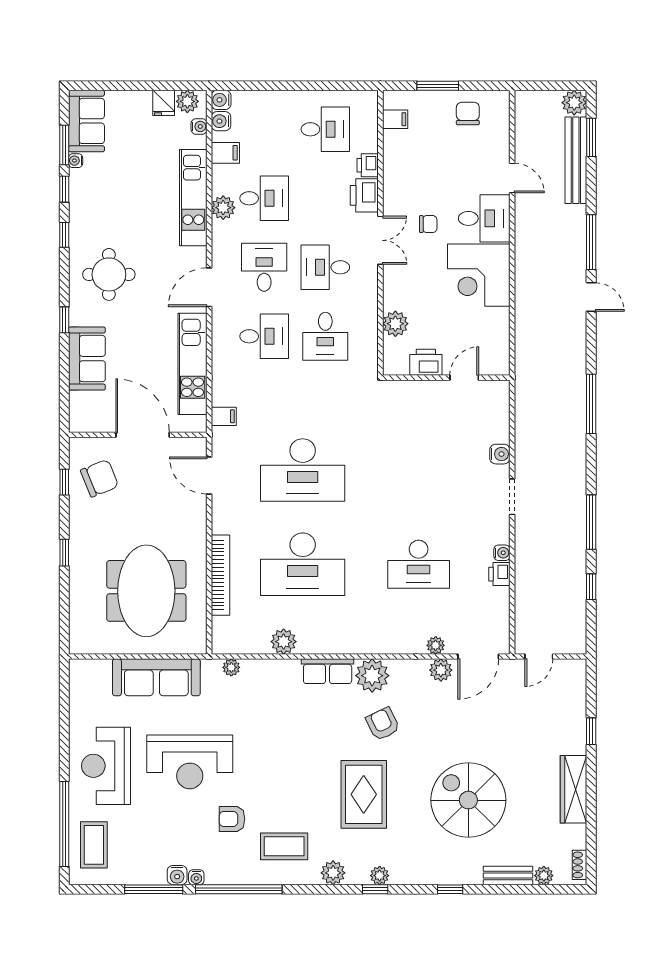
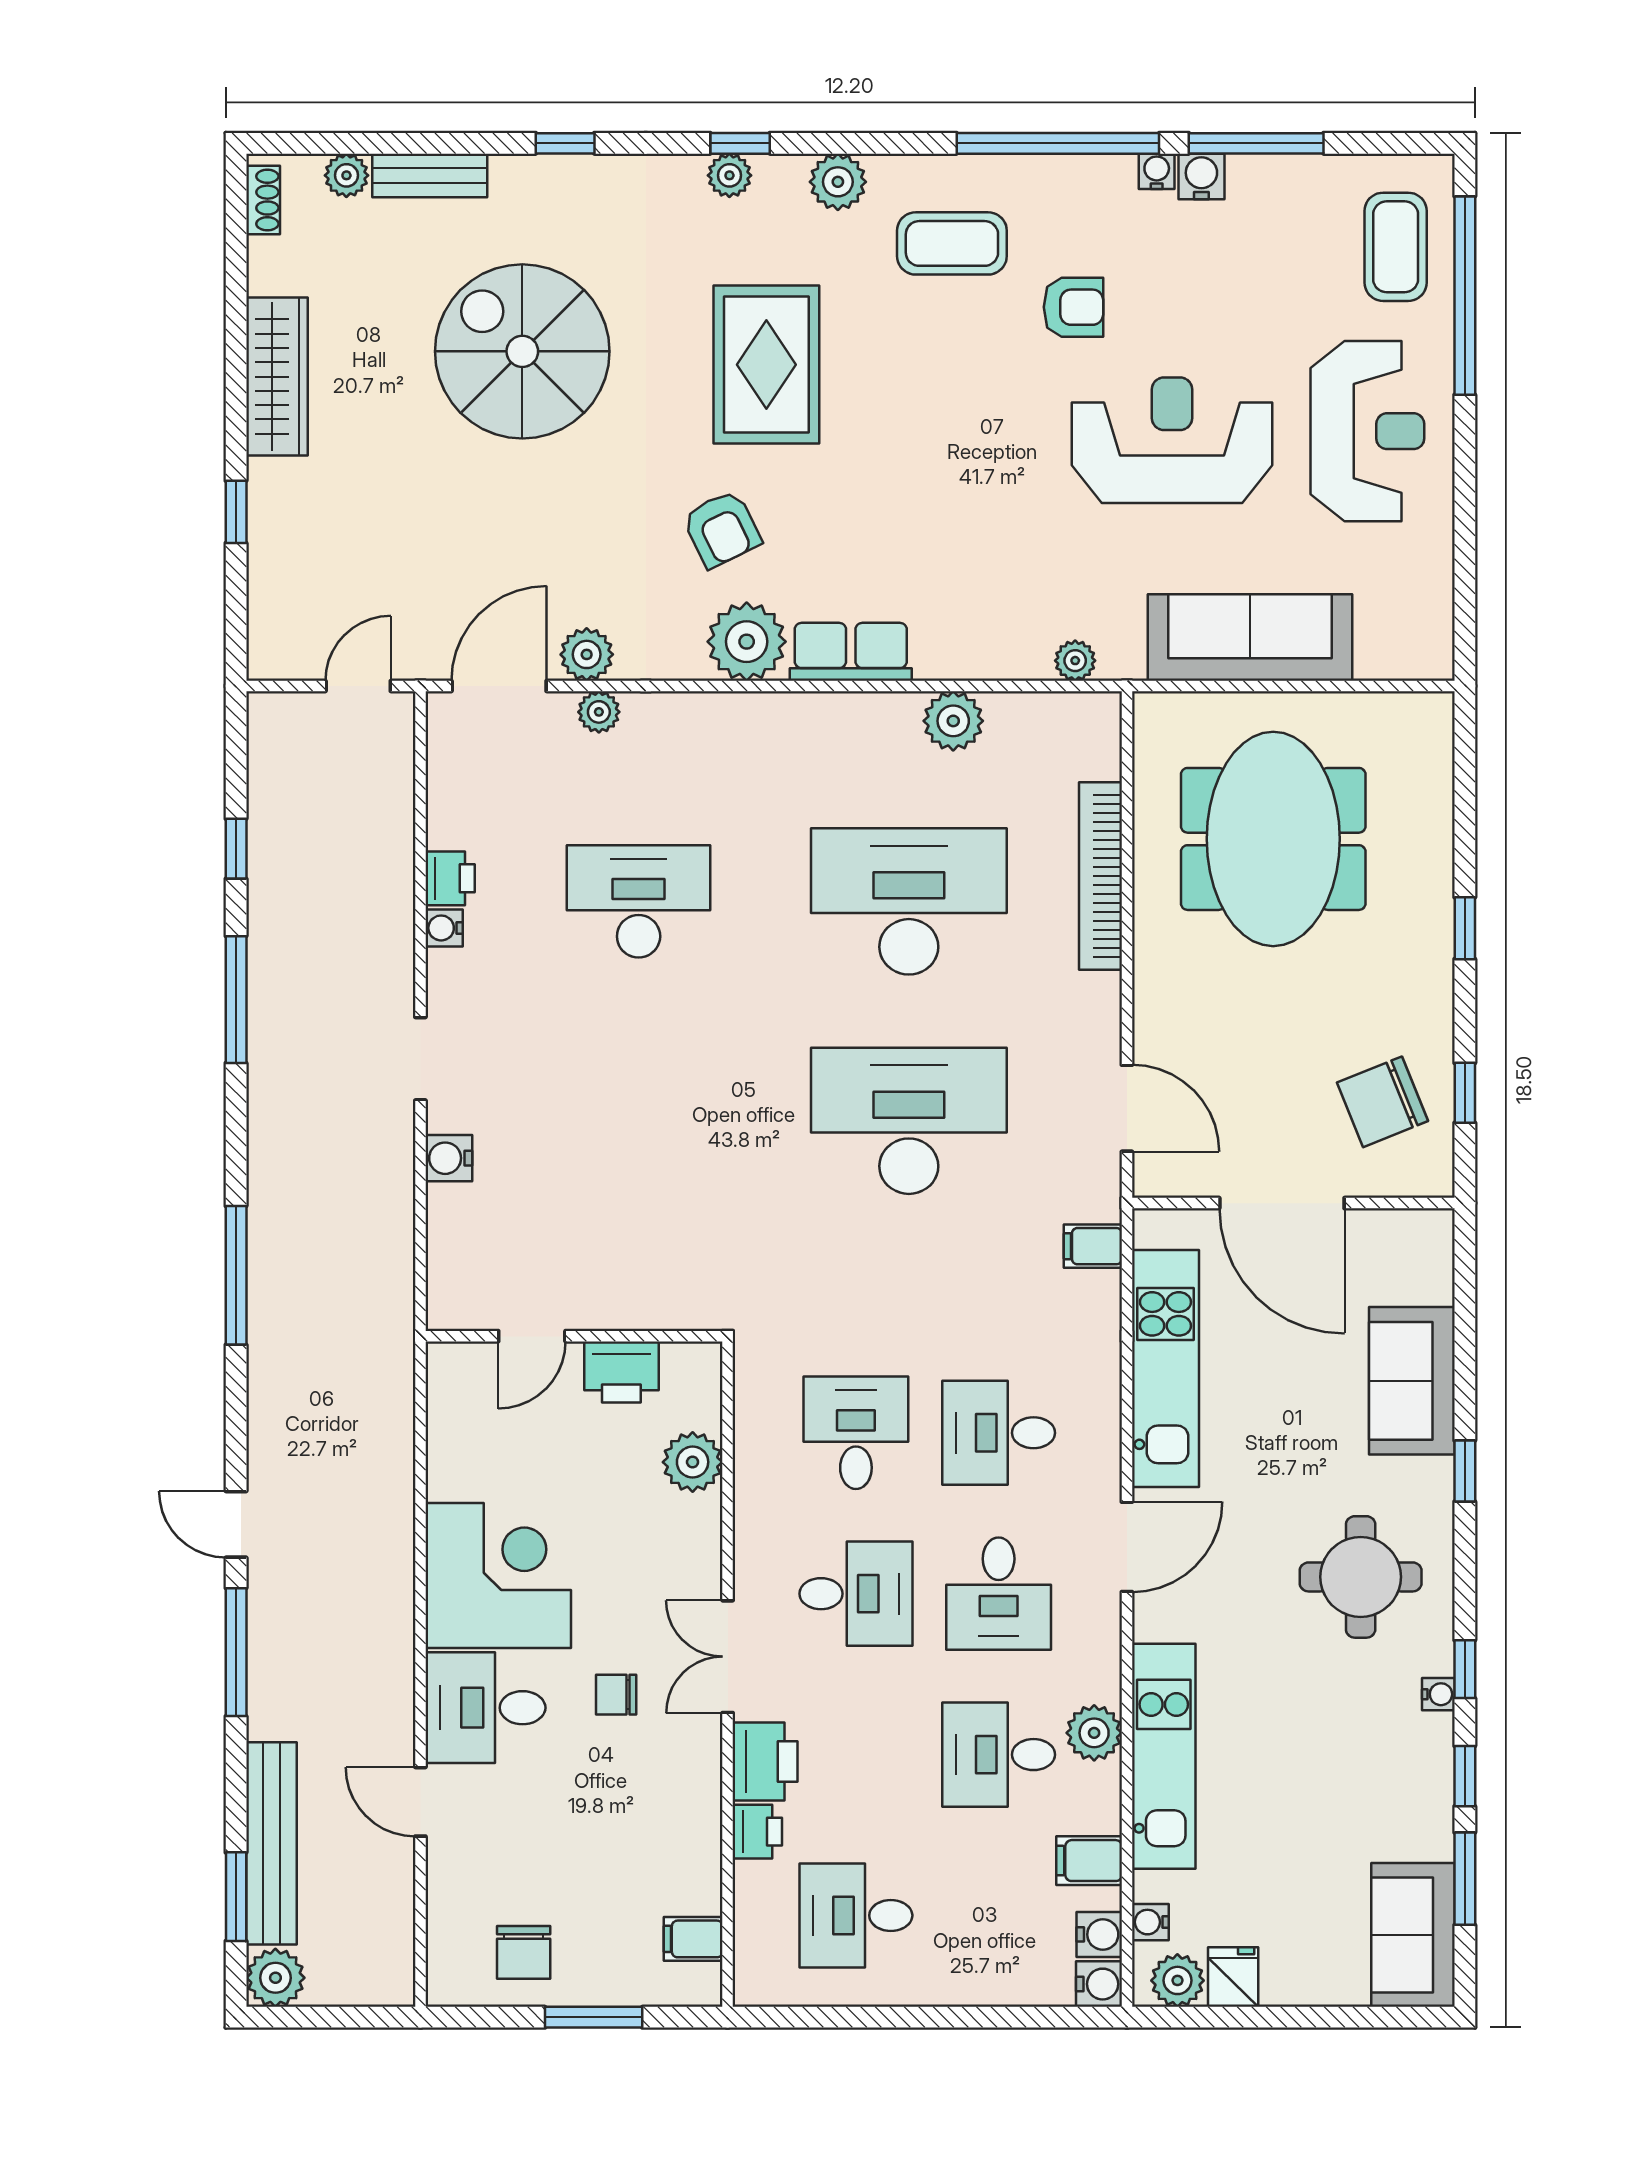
water cooler: (76, 161) -> (1438, 1694), moved
spiral stairs: (468, 800) -> (522, 351), turned 180

